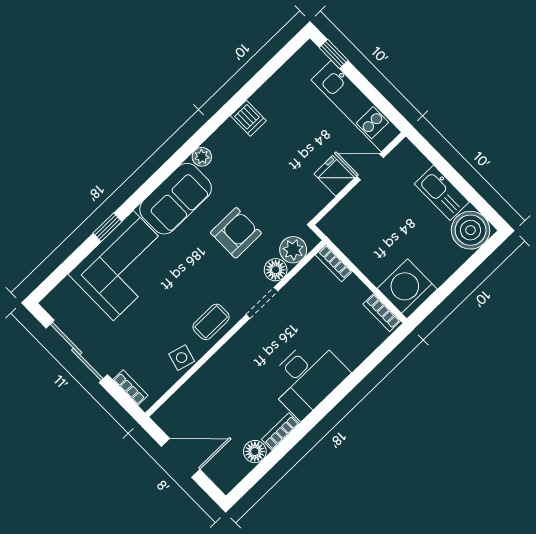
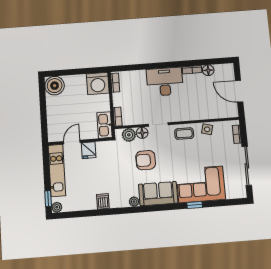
plant: (310, 52) -> (57, 207), added
door: (370, 167) -> (72, 142), swing flipped
kitchen sink: (442, 193) -> (104, 125), moved, turned 180

